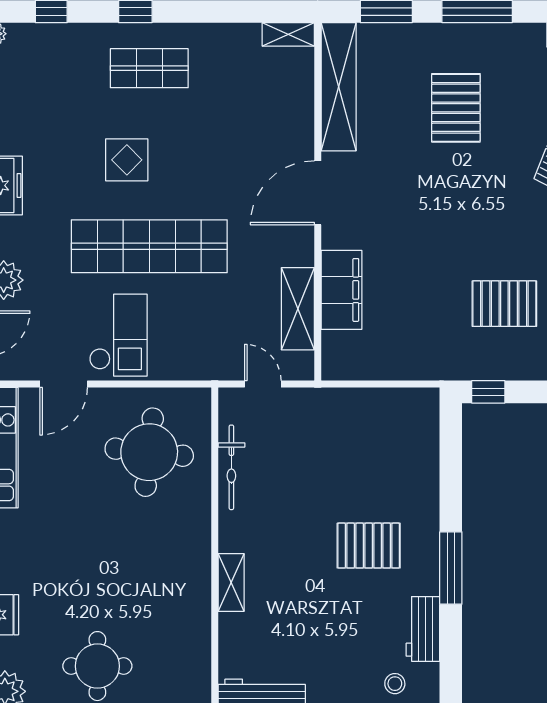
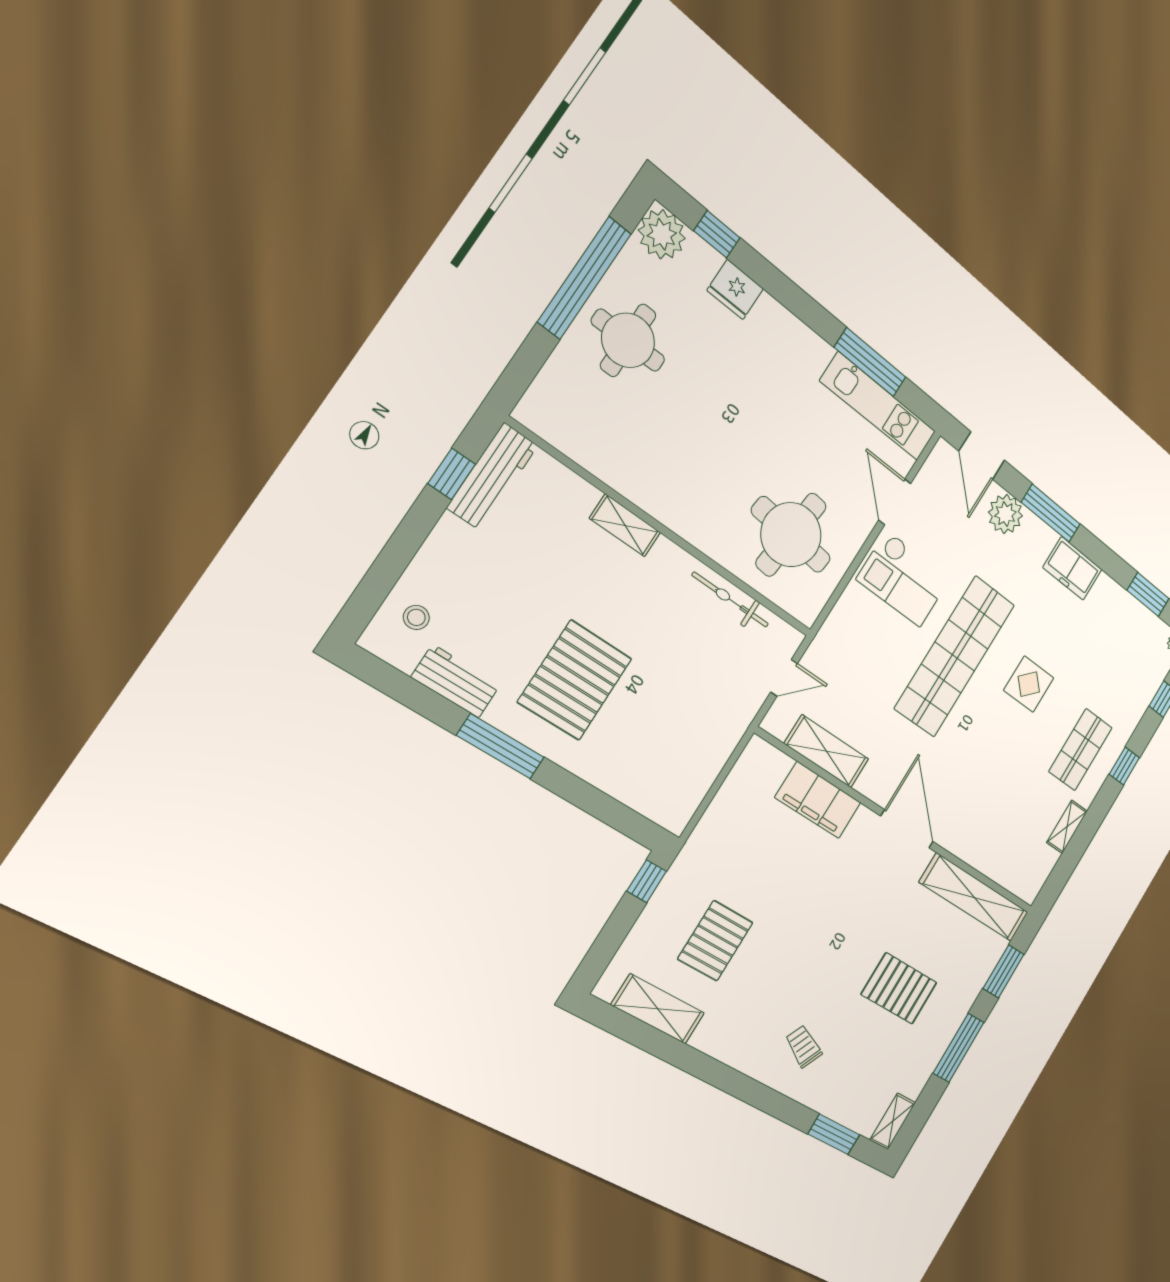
shelving: (288, 34) -> (1067, 827), moved
pallet: (369, 546) -> (575, 680), width x1.37, depth x1.41

